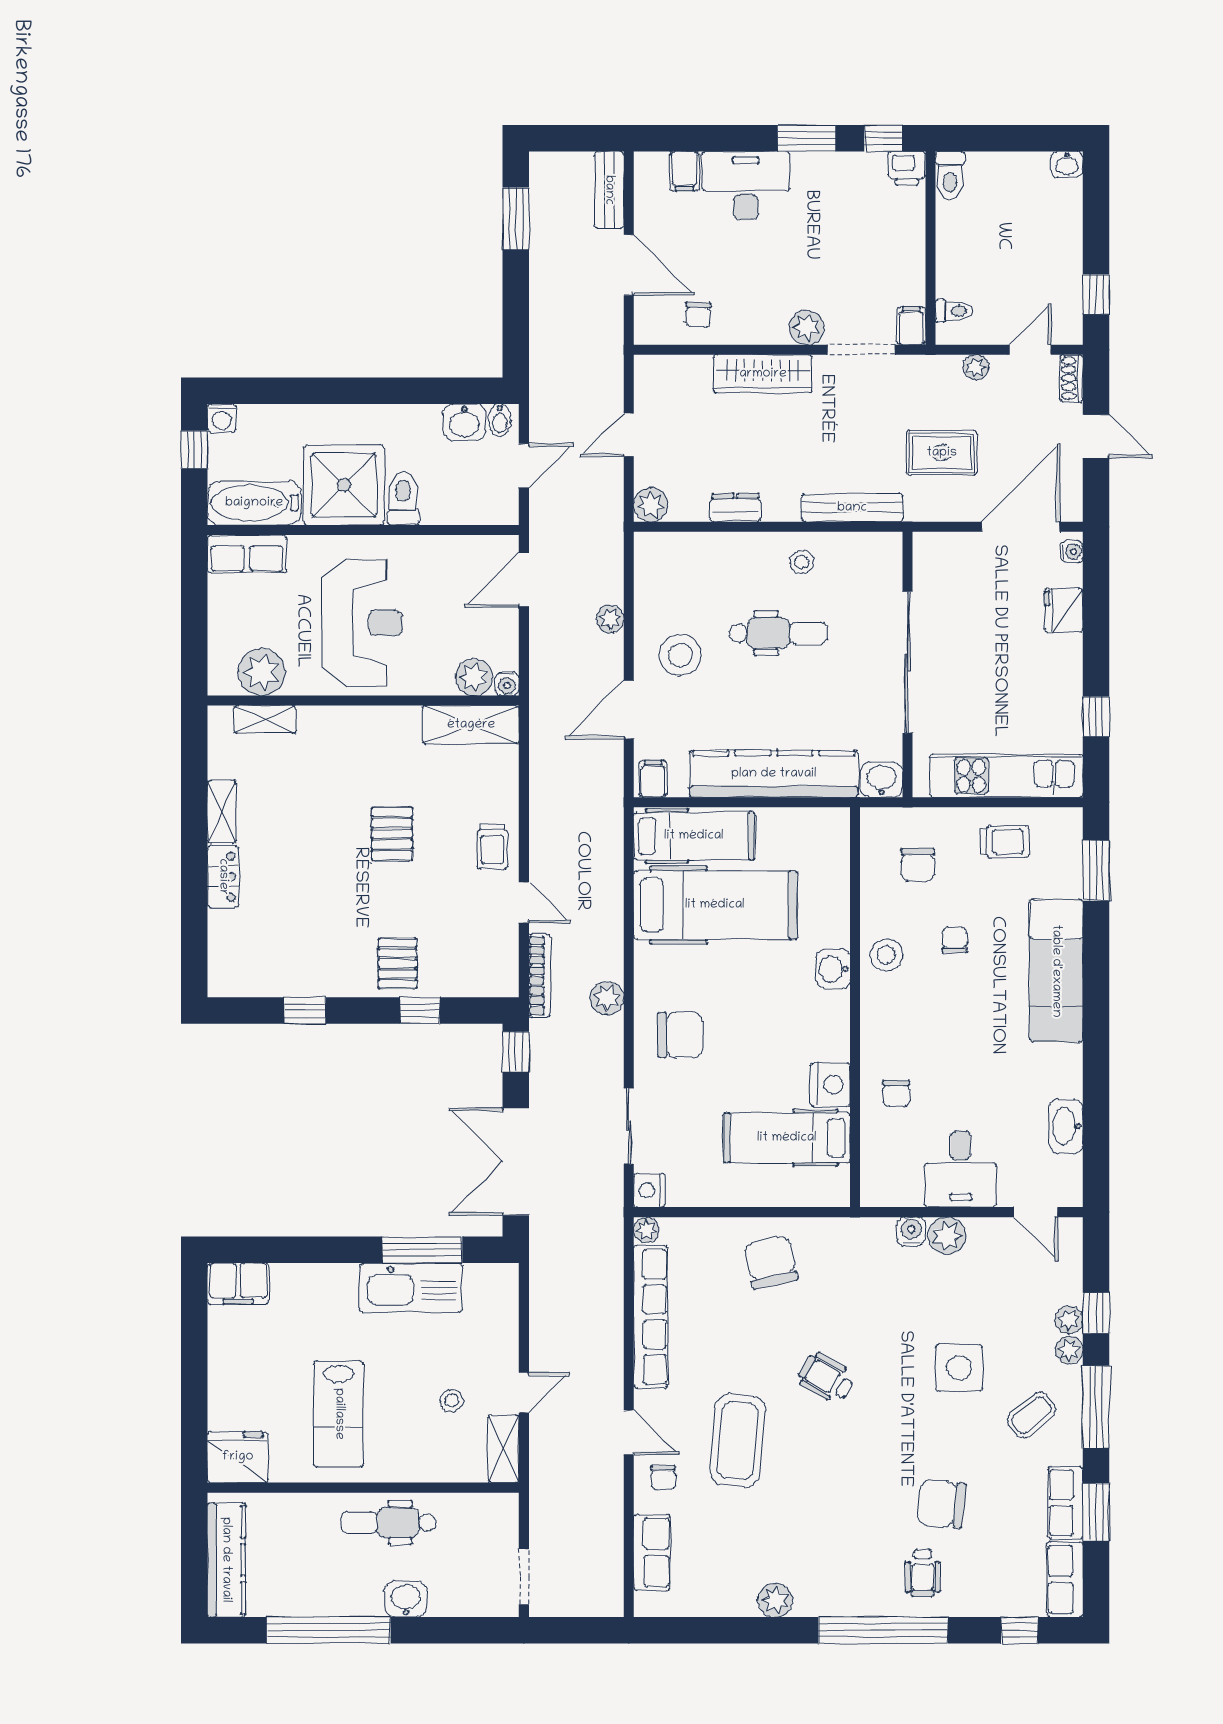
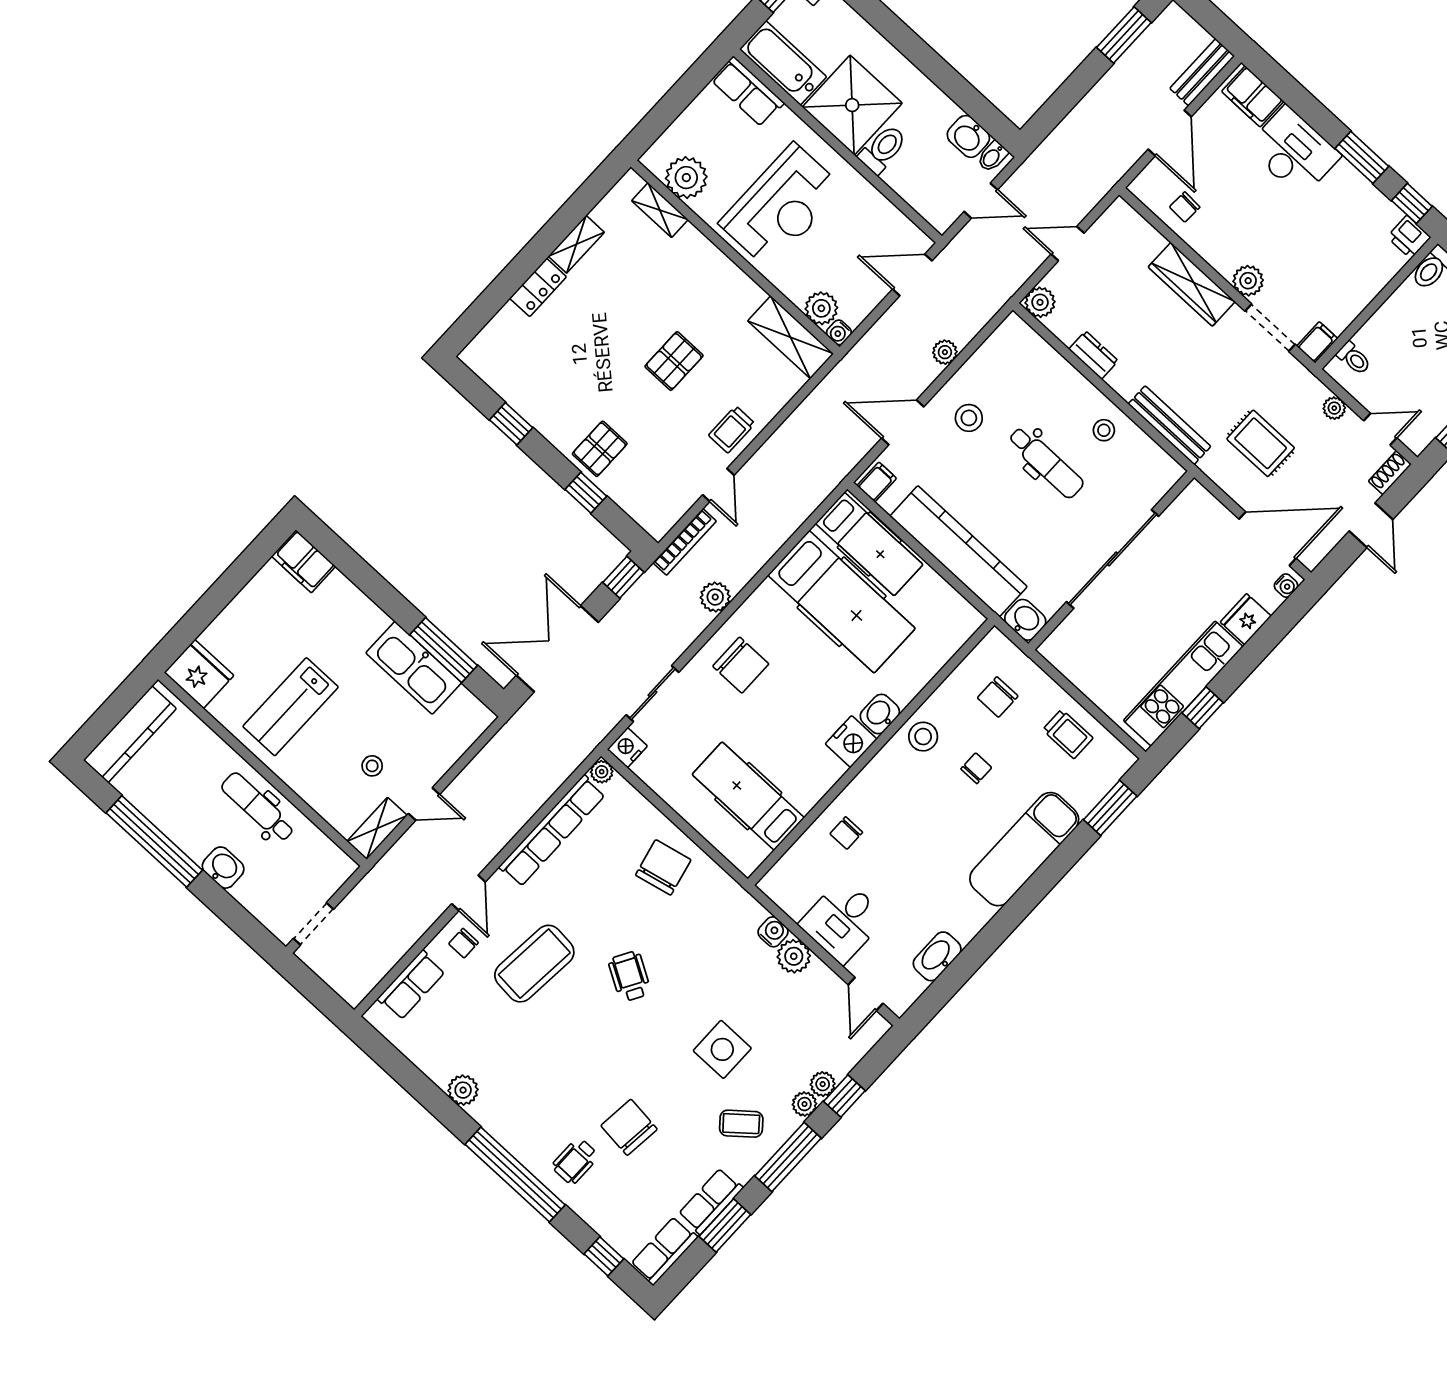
filing cabinet: (684, 171) -> (1253, 96), width x2.00
stool: (680, 655) -> (969, 418), width x0.73, depth x0.73
kitchen unit: (1006, 776) -> (1183, 683), moved, turned -90
nightstand: (830, 1085) -> (851, 742), moved

